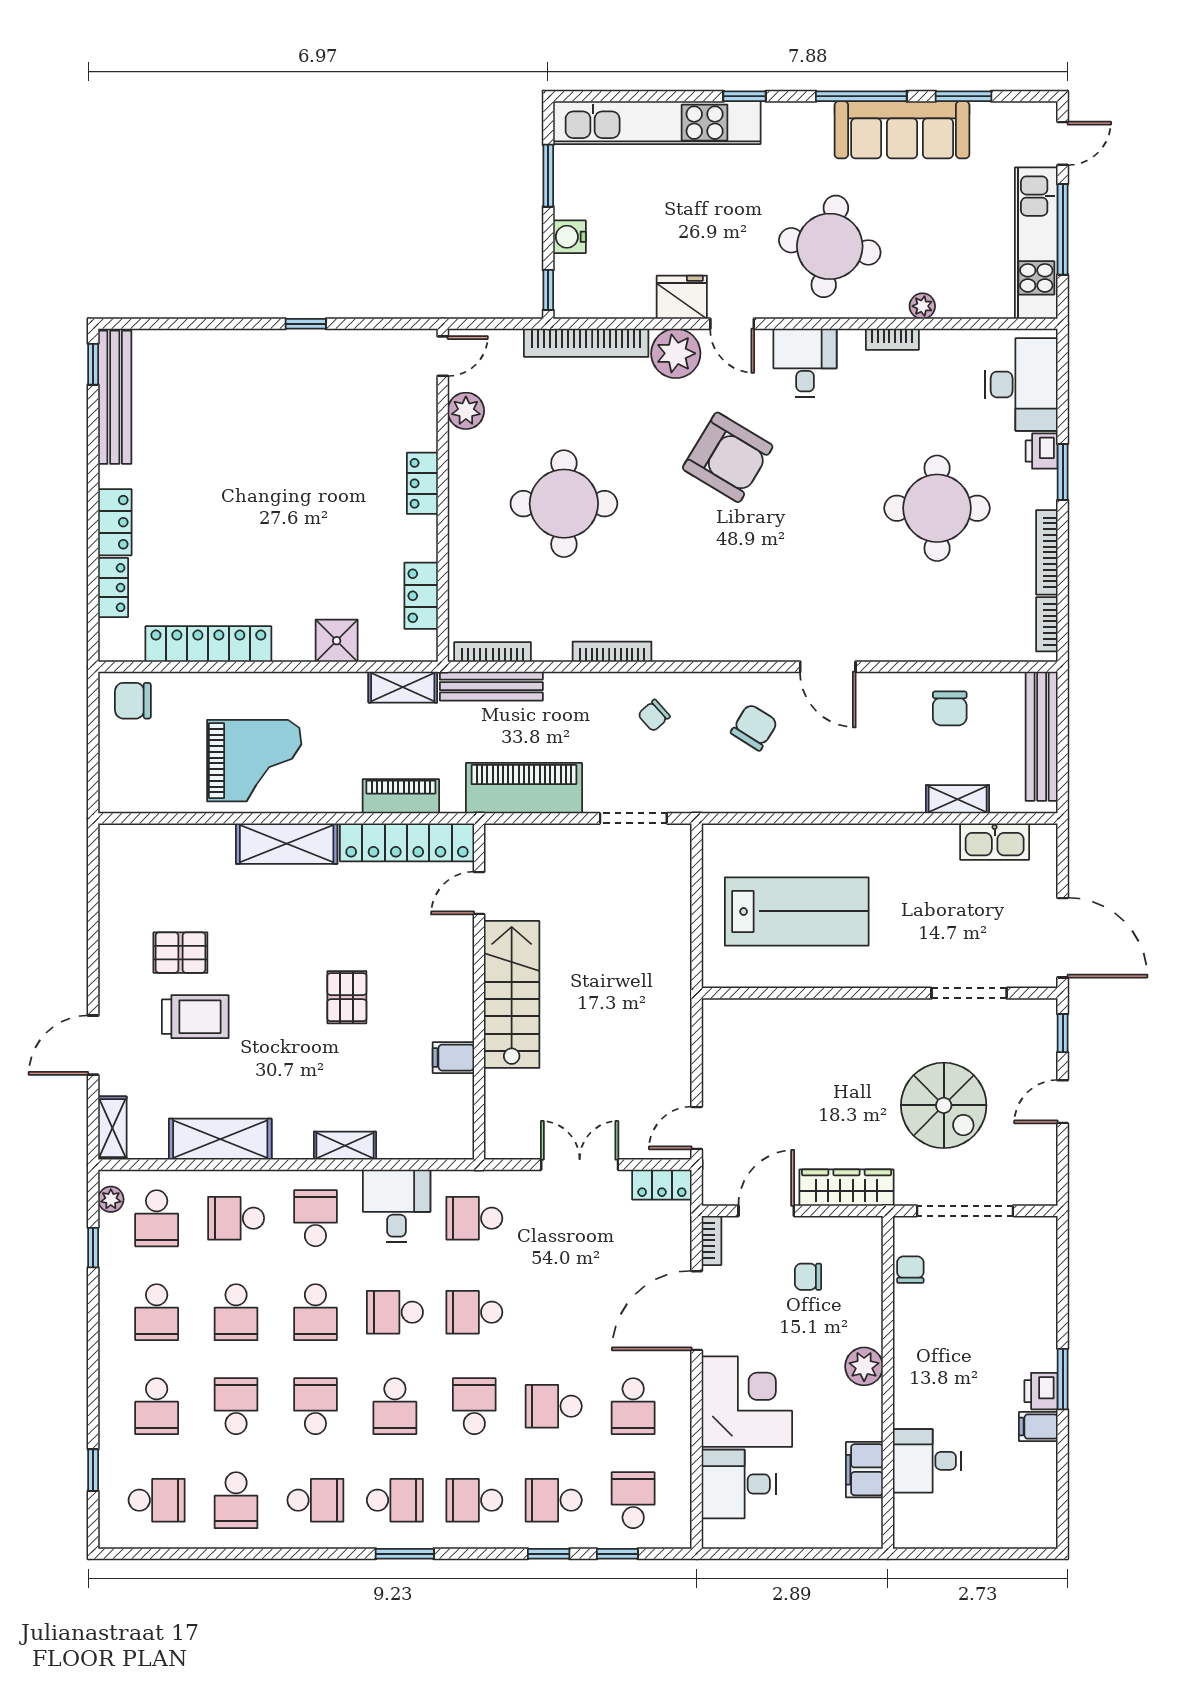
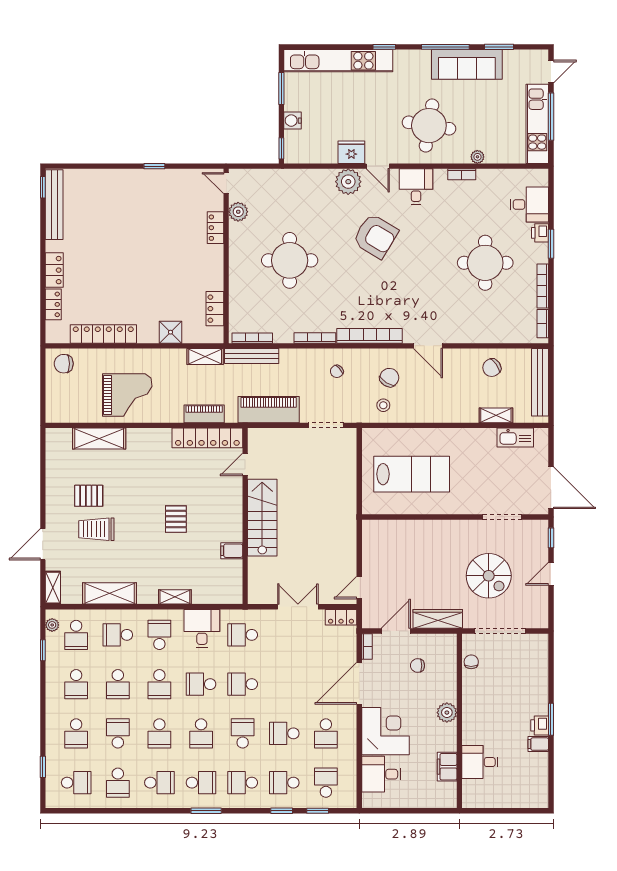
bookcase: (586, 343) -> (370, 336), moved, turned 180
door: (443, 356) -> (226, 183), swing flipped
desk: (1021, 384) -> (529, 205), width x0.73
locker: (422, 483) -> (215, 228), moved
chair: (950, 708) -> (492, 368), turned 55
stool: (743, 780) -> (383, 405), added
shelving: (287, 844) -> (99, 439), moved
trolley: (195, 1017) -> (96, 529), turned 180
school desk: (315, 1406) -> (159, 733), turned 180

